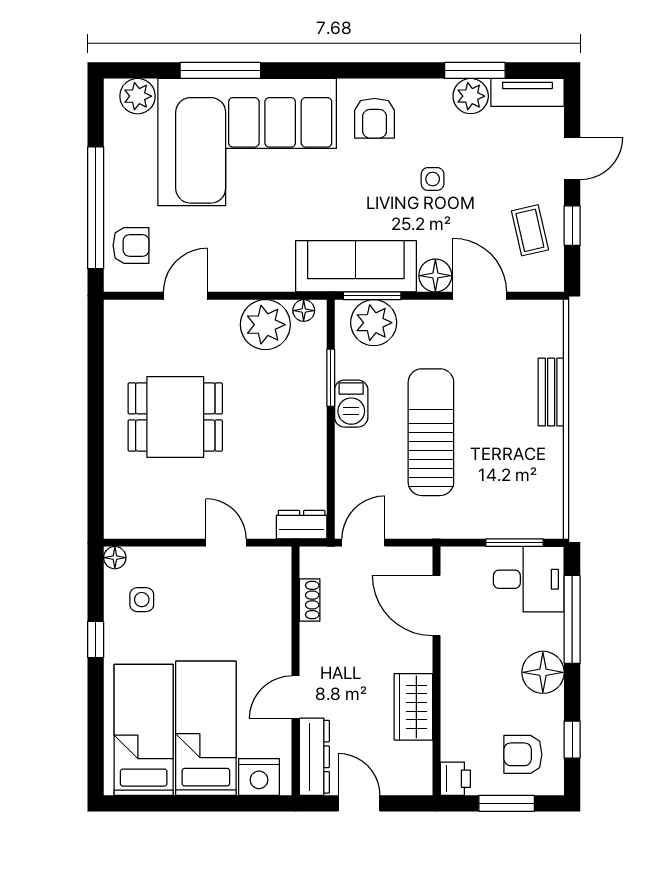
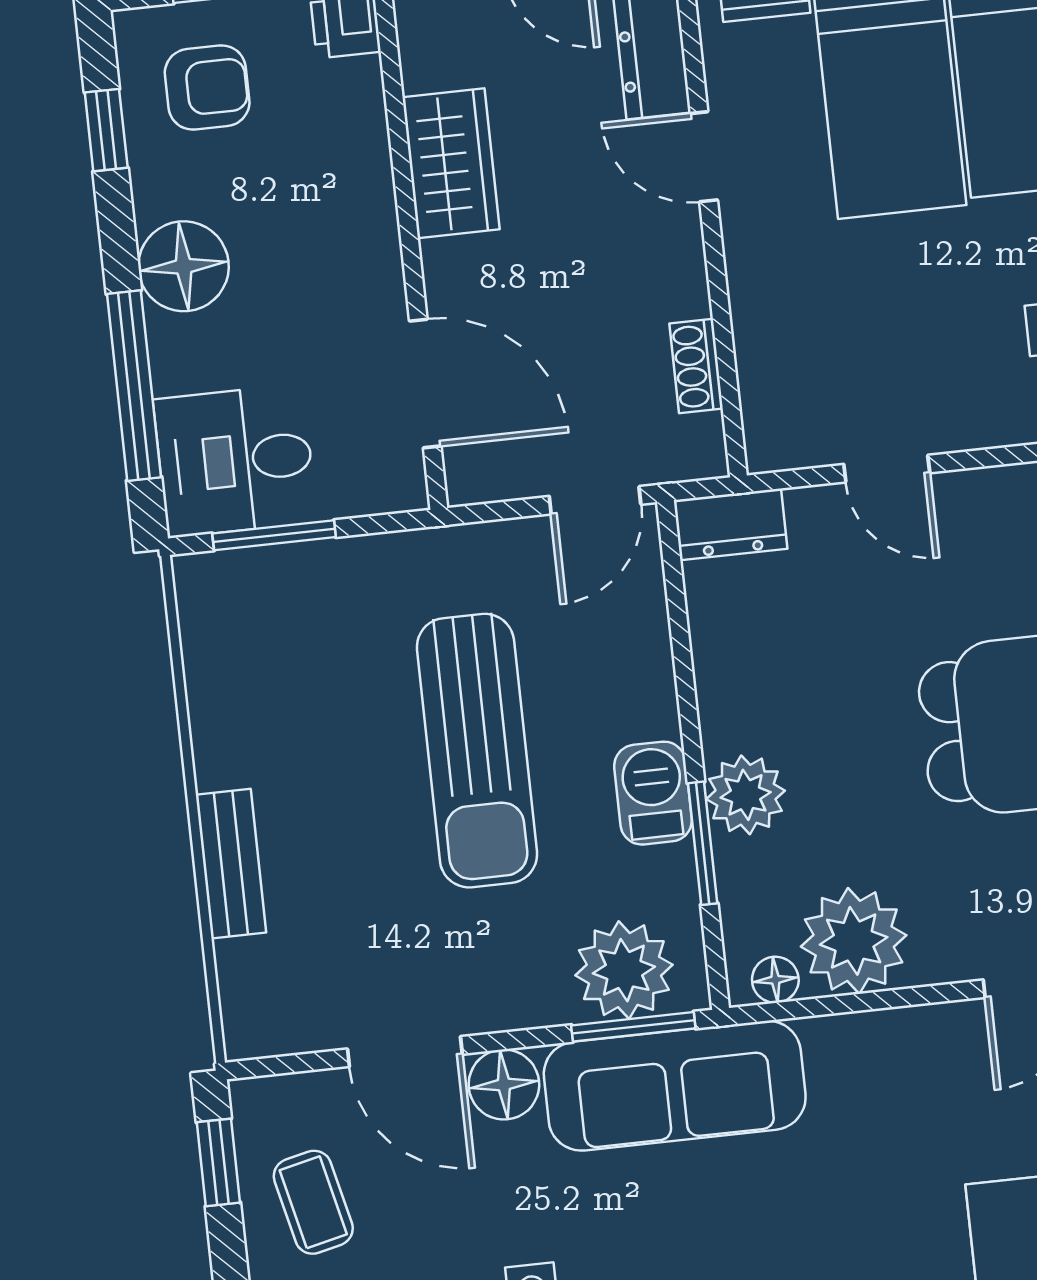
window: (572, 226) -> (218, 1162), moved
plant: (308, 398) -> (746, 795), added
door: (295, 697) -> (704, 157), swing flipped

